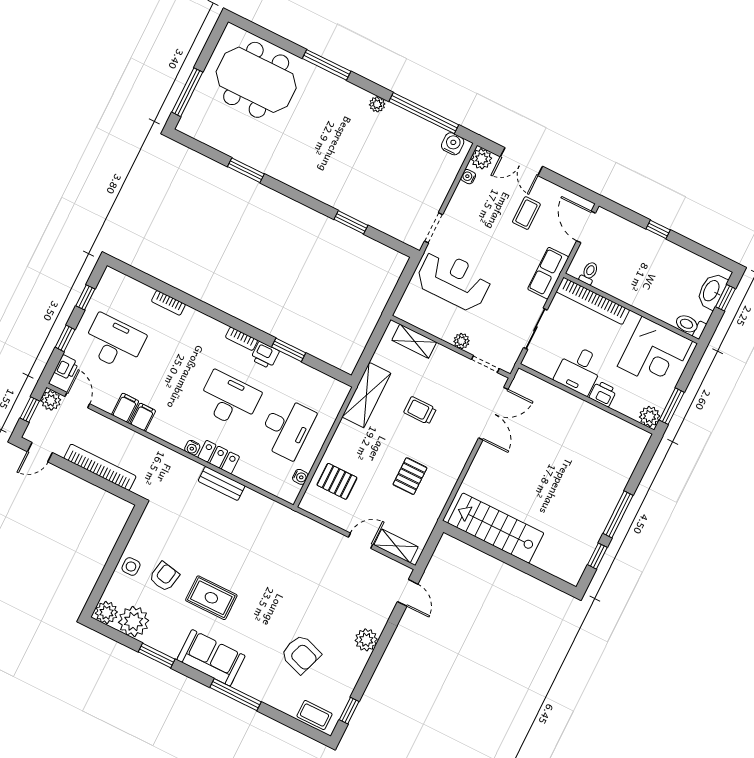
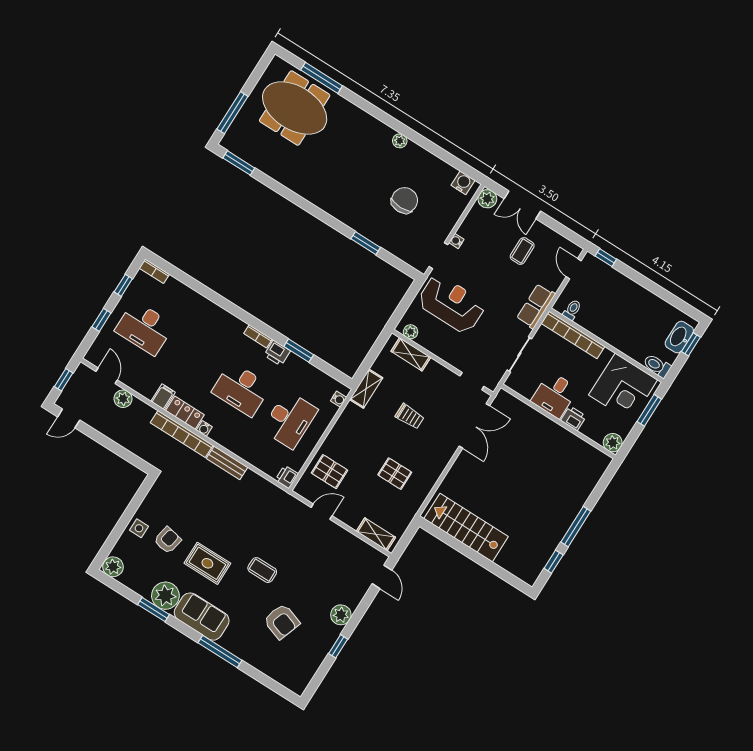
window: (327, 65) -> (322, 78), moved
window: (424, 113) -> (440, 153), removed
window: (246, 170) -> (239, 163), moved
chair: (389, 170) -> (405, 200), added
water cooler: (468, 177) -> (456, 241), moved
door: (586, 227) -> (574, 269), width x0.73
window: (658, 229) -> (606, 258), moved
bookcase: (168, 303) -> (154, 271), moved
plant: (462, 341) -> (411, 332), moved
desk: (114, 342) -> (144, 328), turned 180
printer: (66, 367) -> (287, 477), moved, turned 180
shelving: (366, 395) -> (366, 389), width x0.67, depth x0.75
plant: (51, 400) -> (123, 399), moved
desk: (229, 400) -> (241, 389), turned 180
window: (672, 406) -> (649, 410), moved
filing cabinet: (125, 408) -> (148, 387), removed
trolley: (420, 411) -> (410, 416), turned 180
locker: (219, 457) -> (185, 413), moved
bookcase: (100, 467) -> (182, 434), moved, turned 180
pallet: (410, 476) -> (395, 474), turned 90
water cooler: (300, 477) -> (339, 399), moved
door: (361, 541) -> (322, 512), moved
plant: (134, 621) -> (165, 596), moved
window: (349, 711) -> (338, 646), moved
coffee table: (314, 715) -> (262, 570), moved

